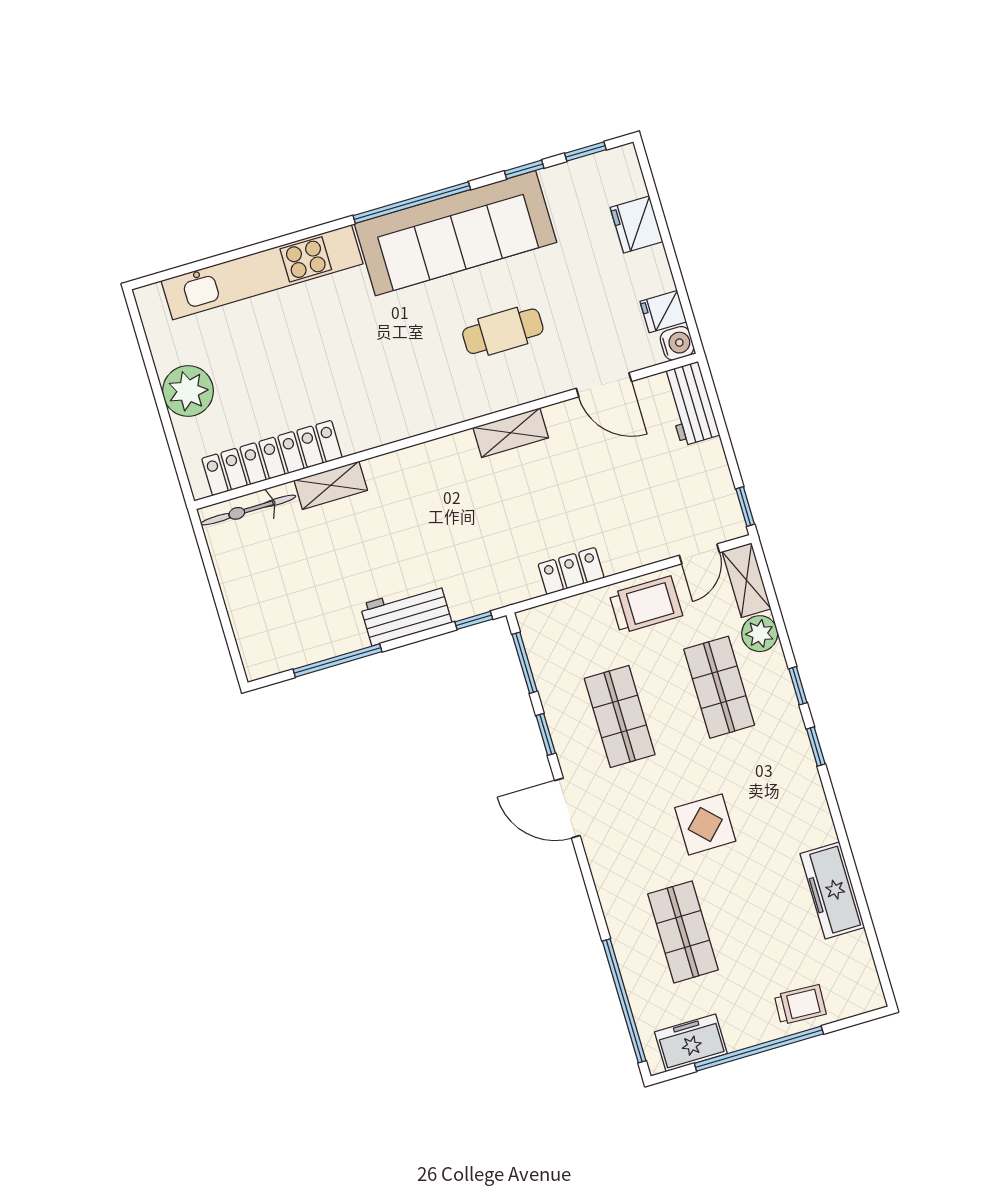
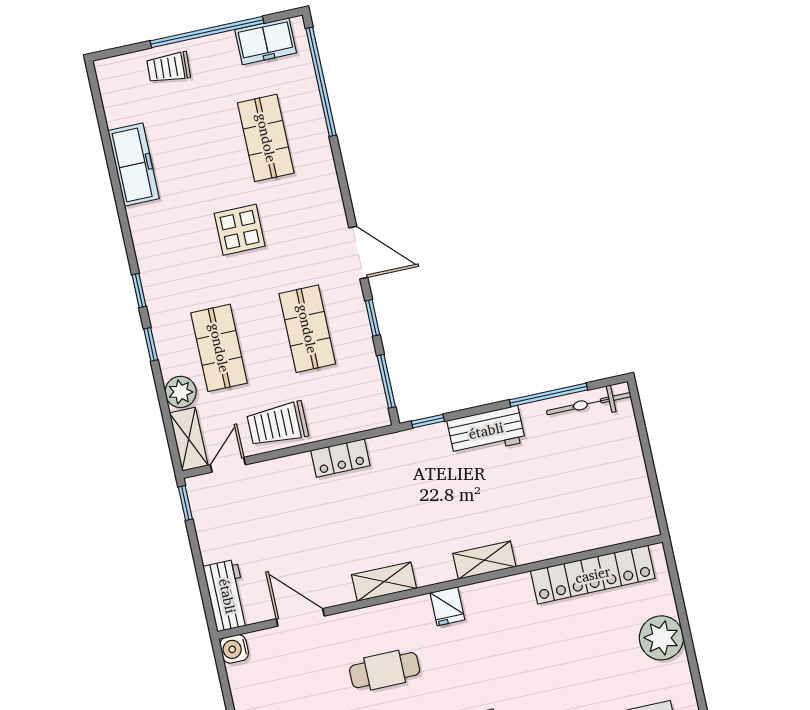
fridge: (663, 312) -> (447, 606), moved, turned 90
shelving: (331, 485) -> (484, 560), moved
bicycle: (248, 510) -> (589, 404), moved, turned 180

